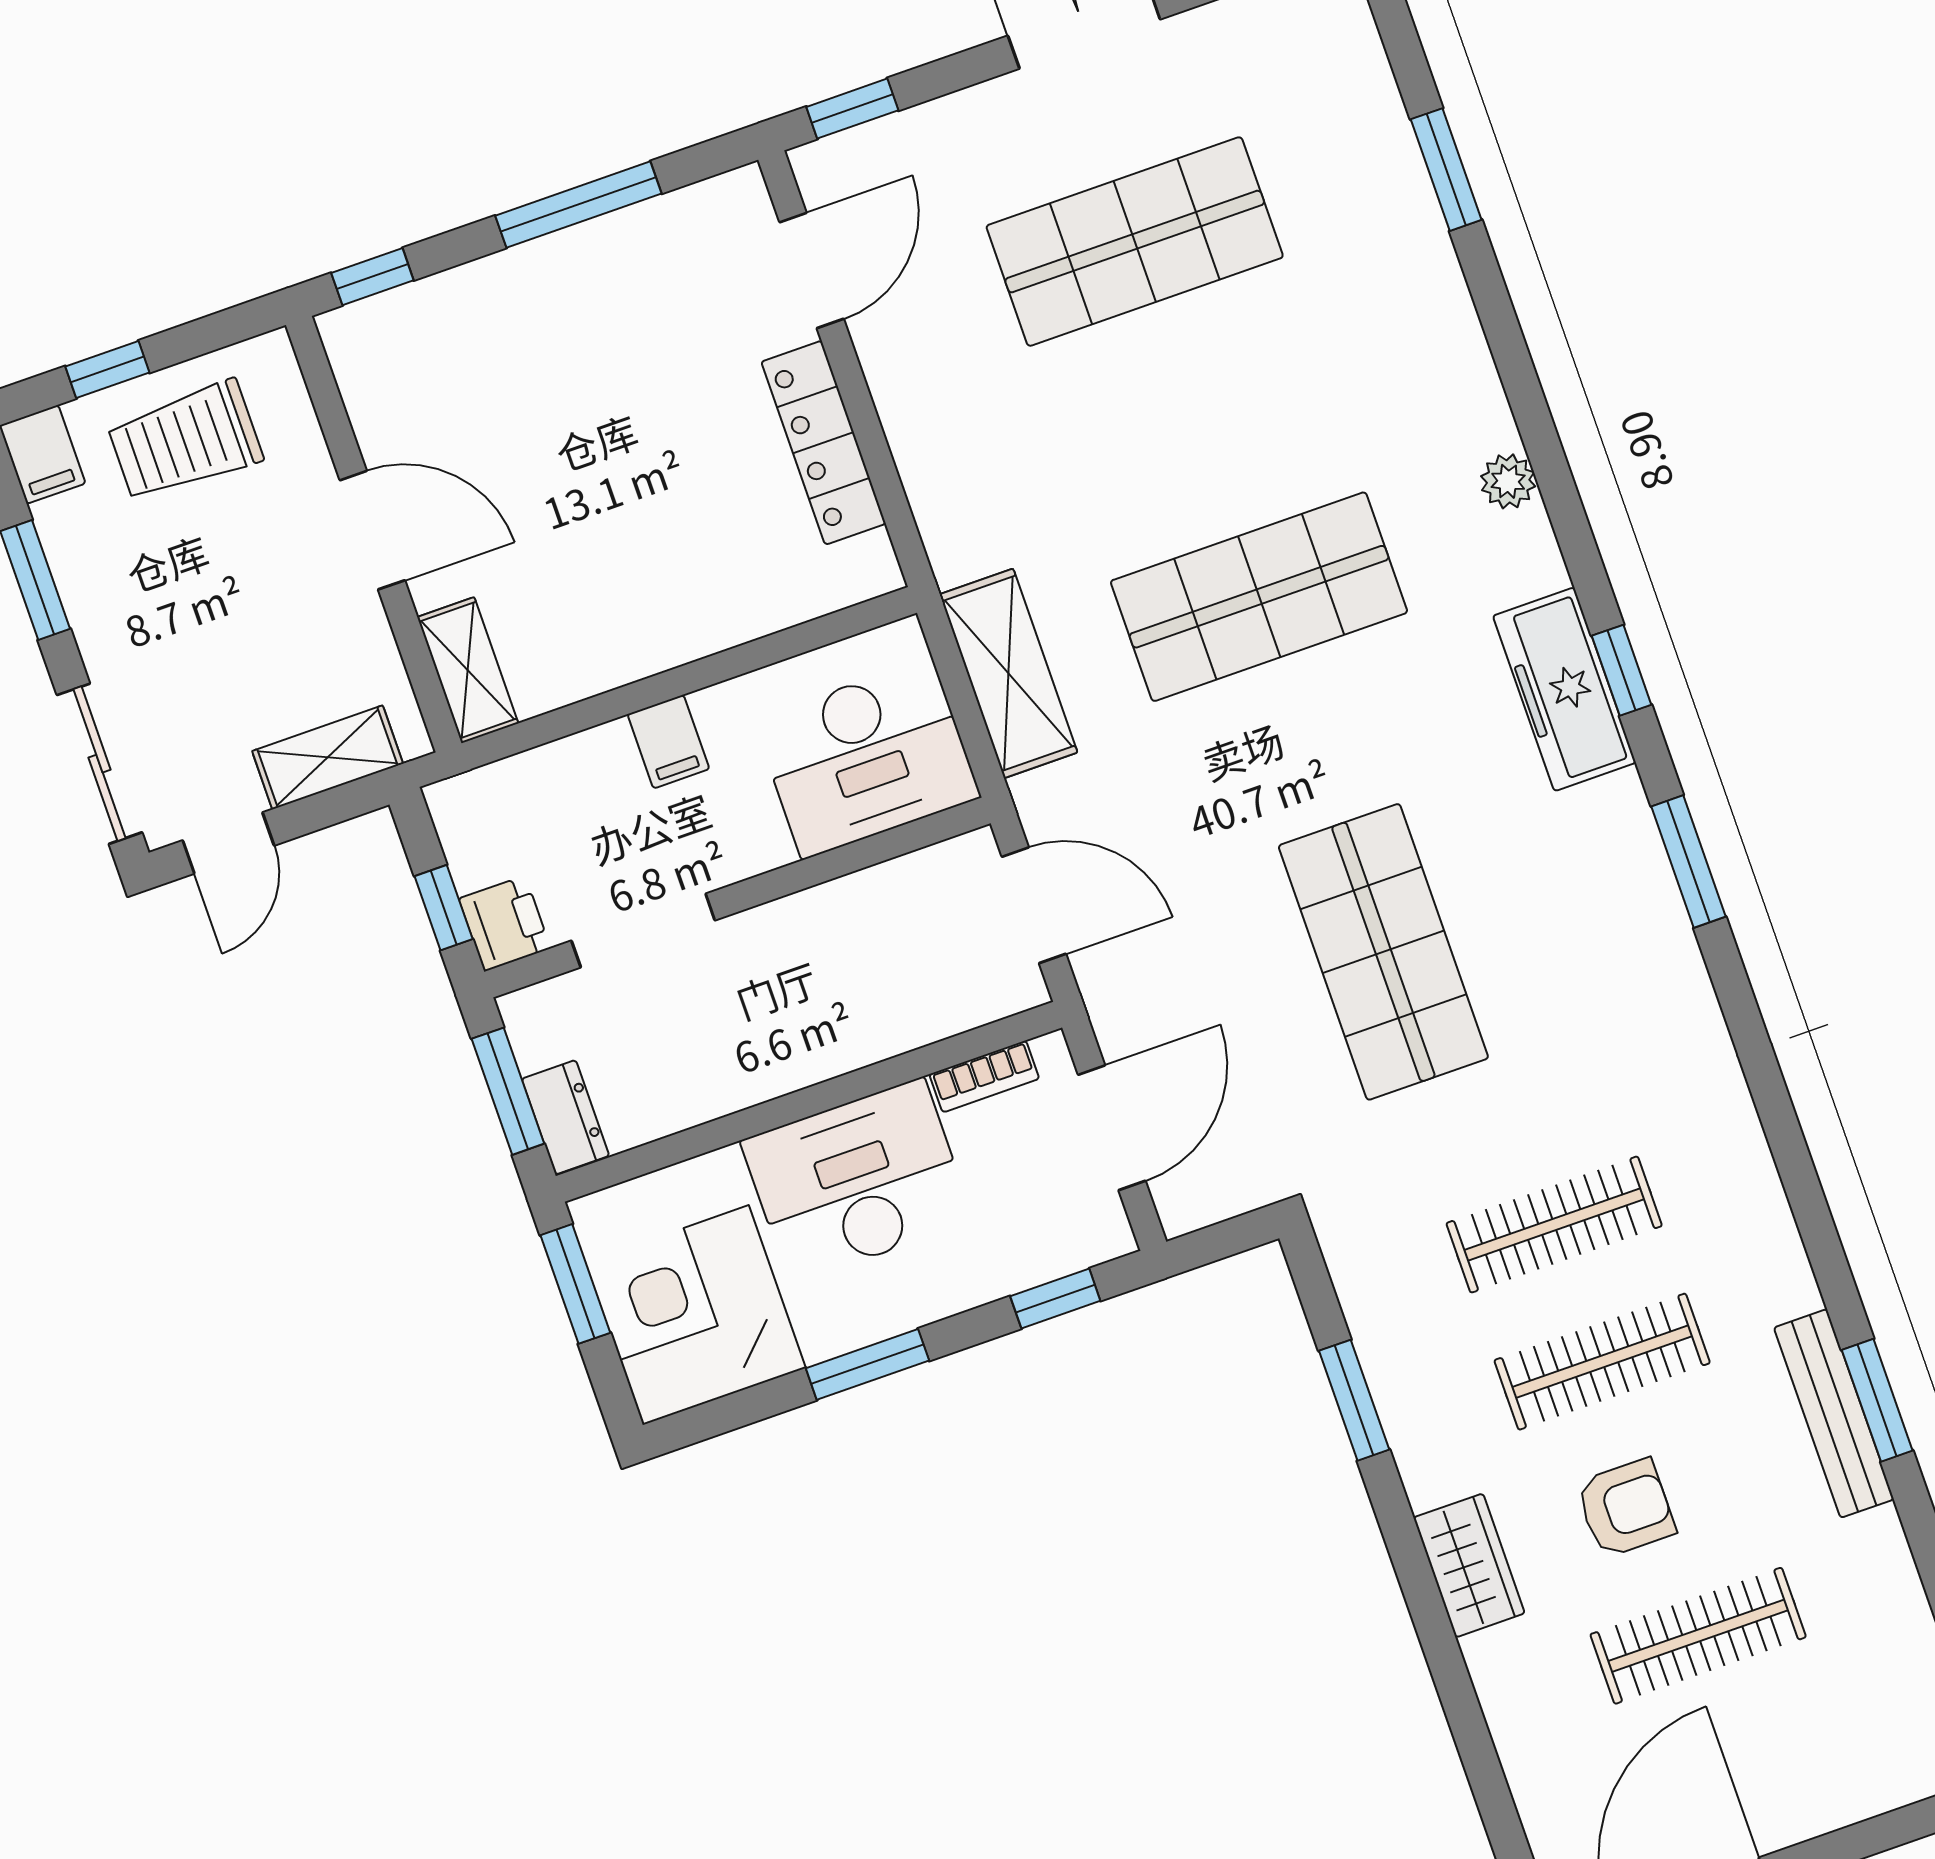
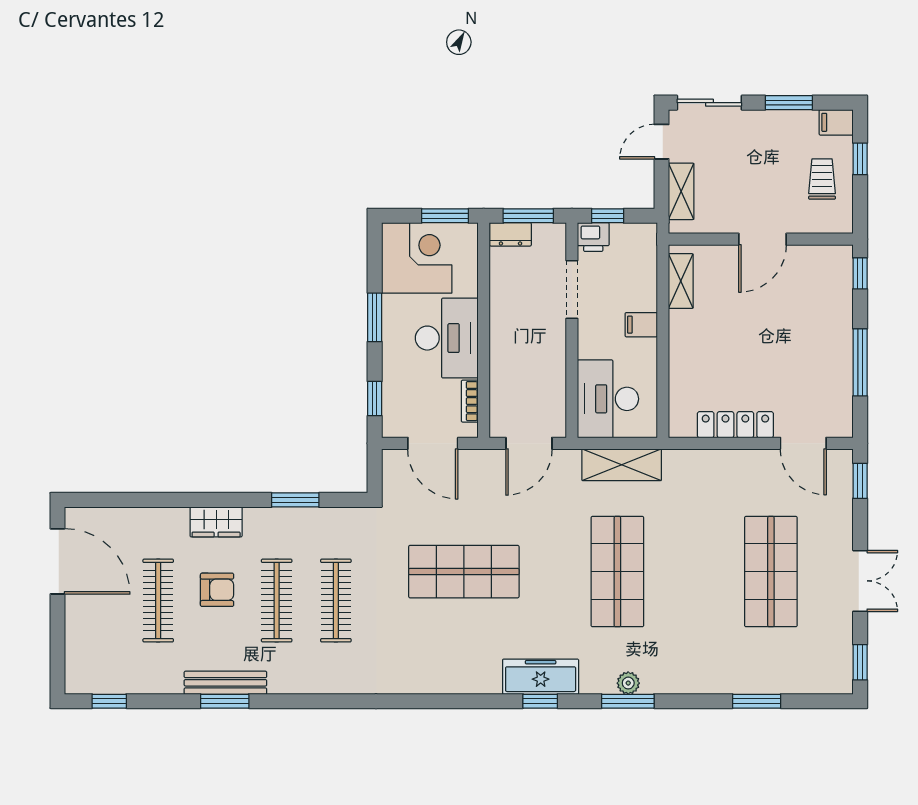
trolley: (185, 441) -> (822, 179), width x0.73, depth x0.72
shelving: (468, 670) -> (681, 281), moved, turned 90
door: (228, 843) -> (662, 142), hinge flipped
window: (1689, 862) -> (628, 701), moved
armchair: (1626, 1508) -> (217, 590), turned -90

